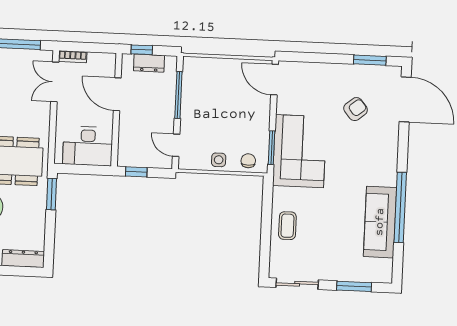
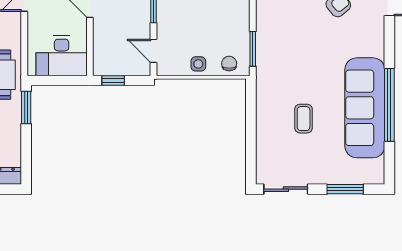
corner sofa: (300, 151) -> (282, 51), removed
sofa: (380, 222) -> (365, 108), width x1.36, depth x1.27
coffee table: (287, 226) -> (304, 119), moved

